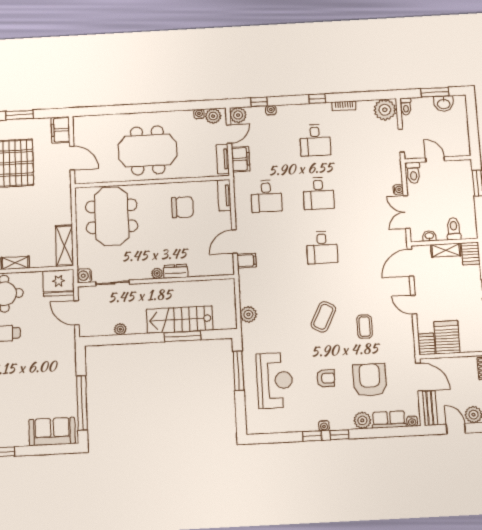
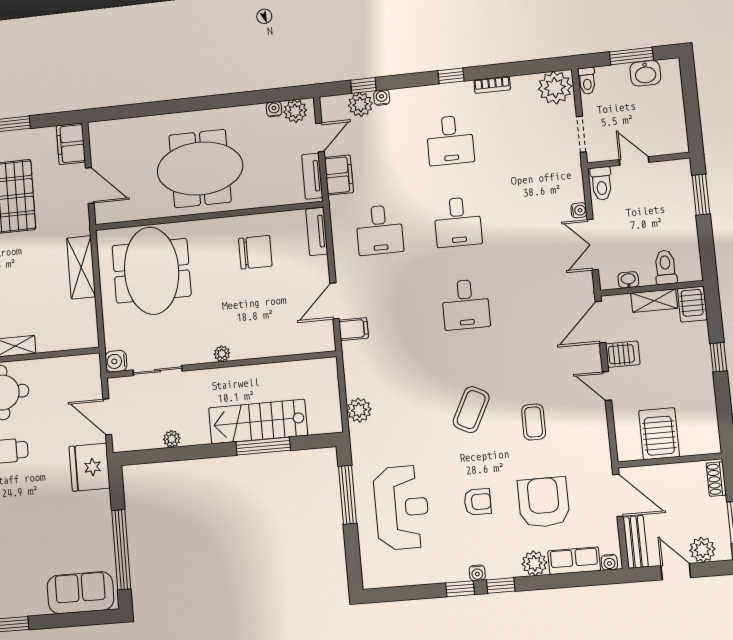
plant: (238, 115) -> (360, 105), moved
shelving: (64, 246) -> (81, 267), moved
dresser: (176, 271) -> (249, 349), removed
fridge: (59, 283) -> (90, 467), moved, turned 90
server rack: (426, 344) -> (623, 354), moved, turned 90

